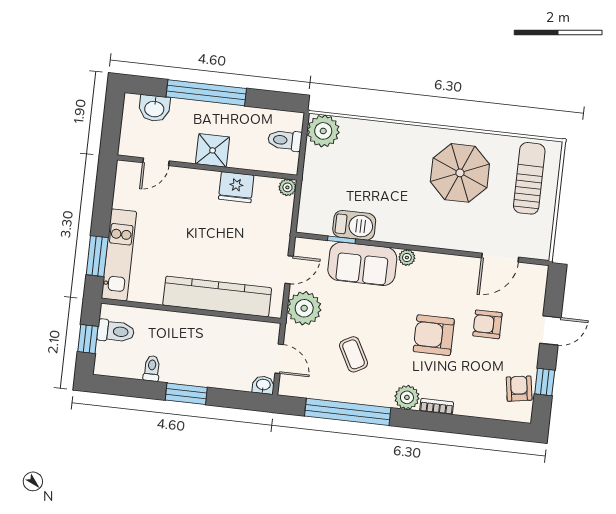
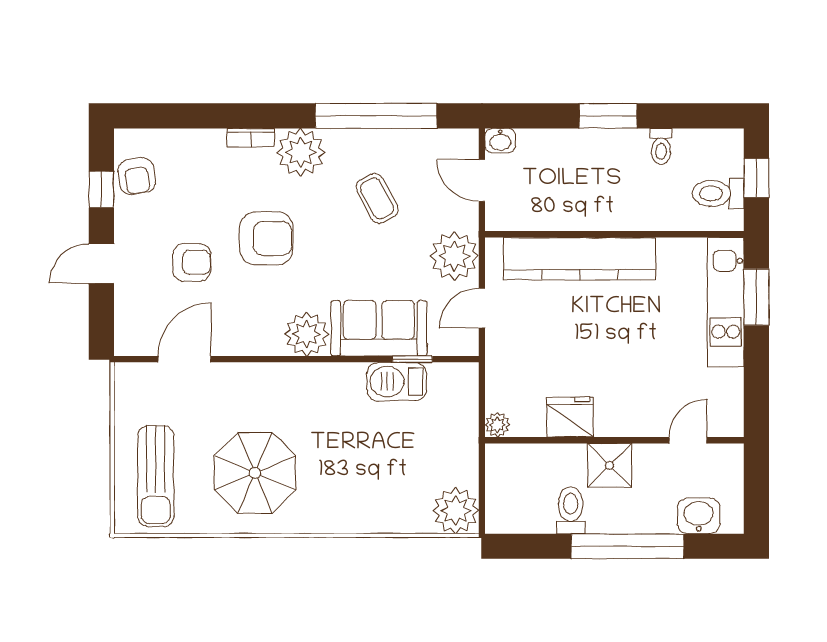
toilet: (285, 140) -> (571, 510), moved, turned -90
plant: (407, 258) -> (306, 334), width x1.88, depth x1.88
plant: (407, 397) -> (301, 152), width x1.36, depth x1.36

